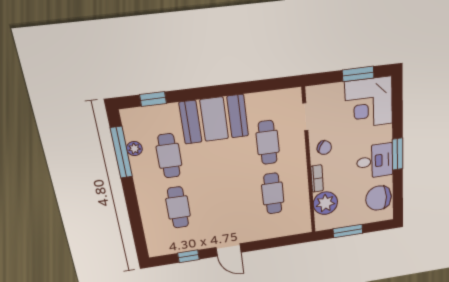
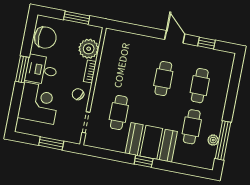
window: (358, 74) -> (51, 143), moved
window: (153, 99) -> (144, 161), moved
corner desk: (369, 103) -> (39, 103), moved
cafe table: (273, 193) -> (163, 79), moved

